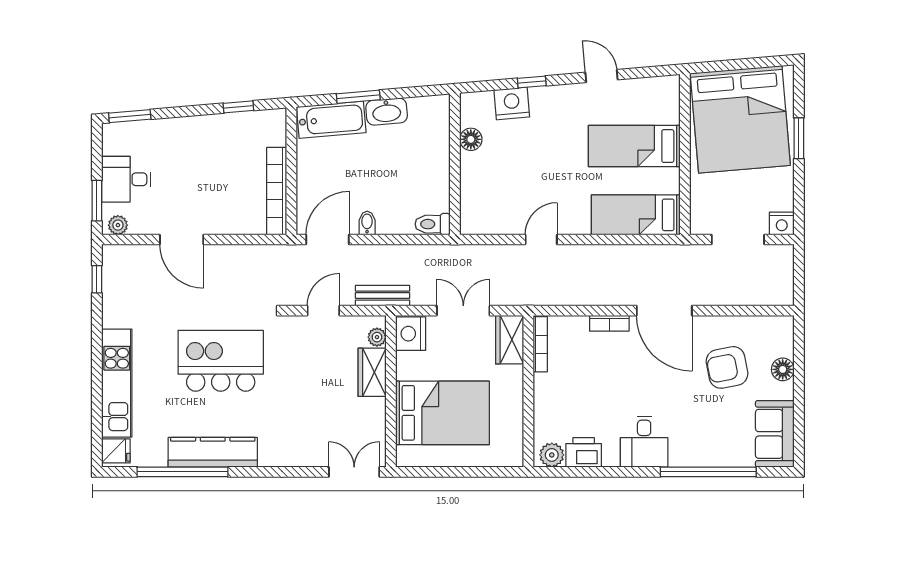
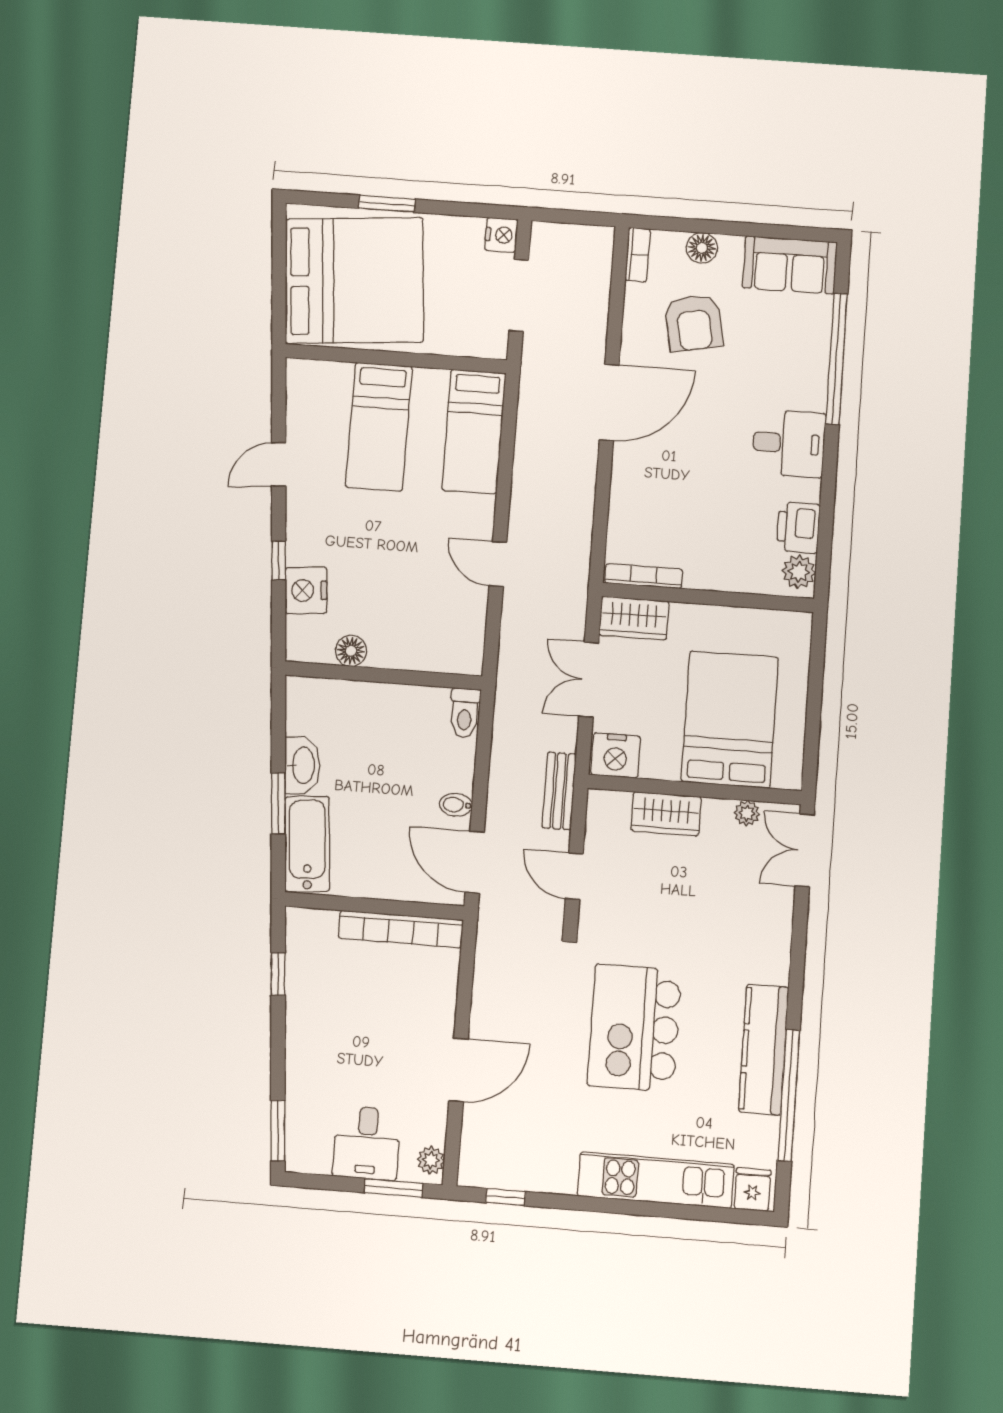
bookcase: (609, 323) -> (638, 255), moved
plant: (377, 337) -> (747, 813), moved

